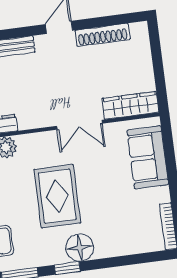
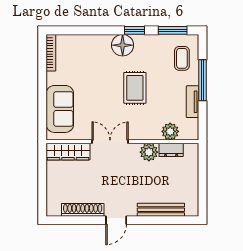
plant: (29, 118) -> (149, 152), added
rug: (57, 196) -> (135, 88), width x0.73, depth x0.70

